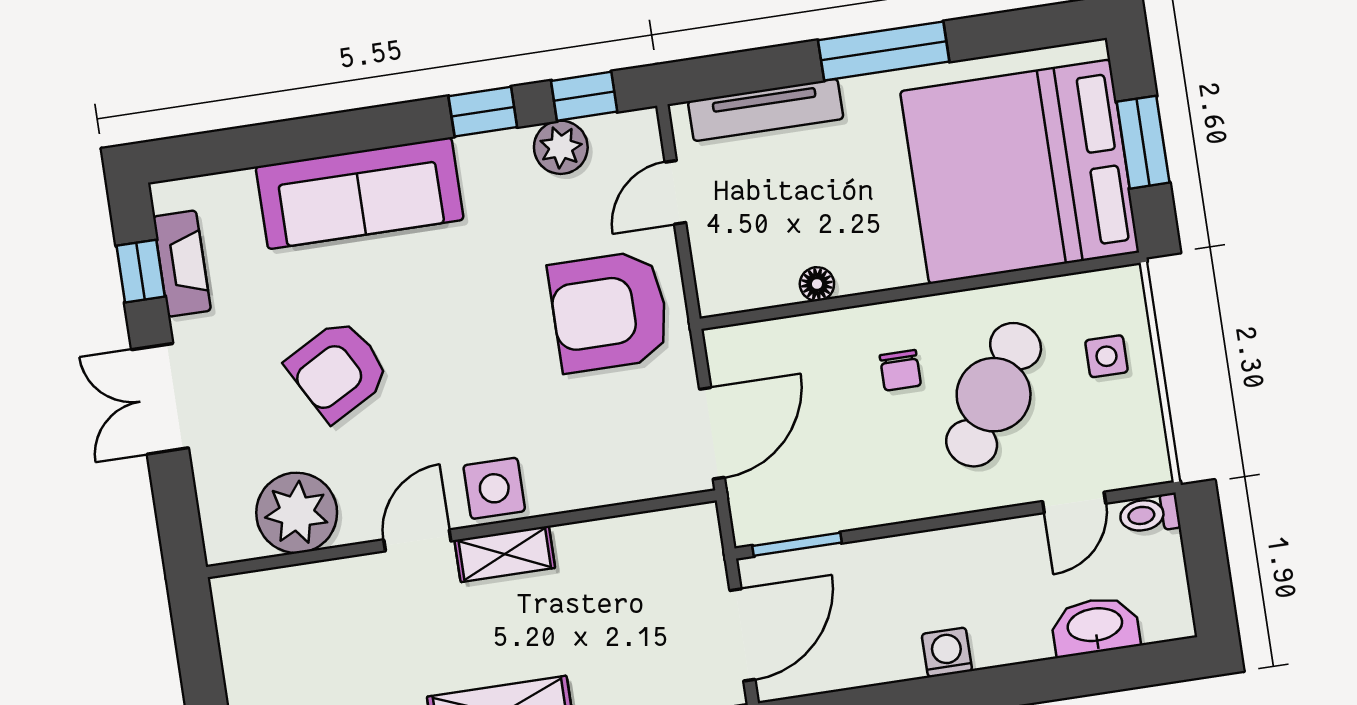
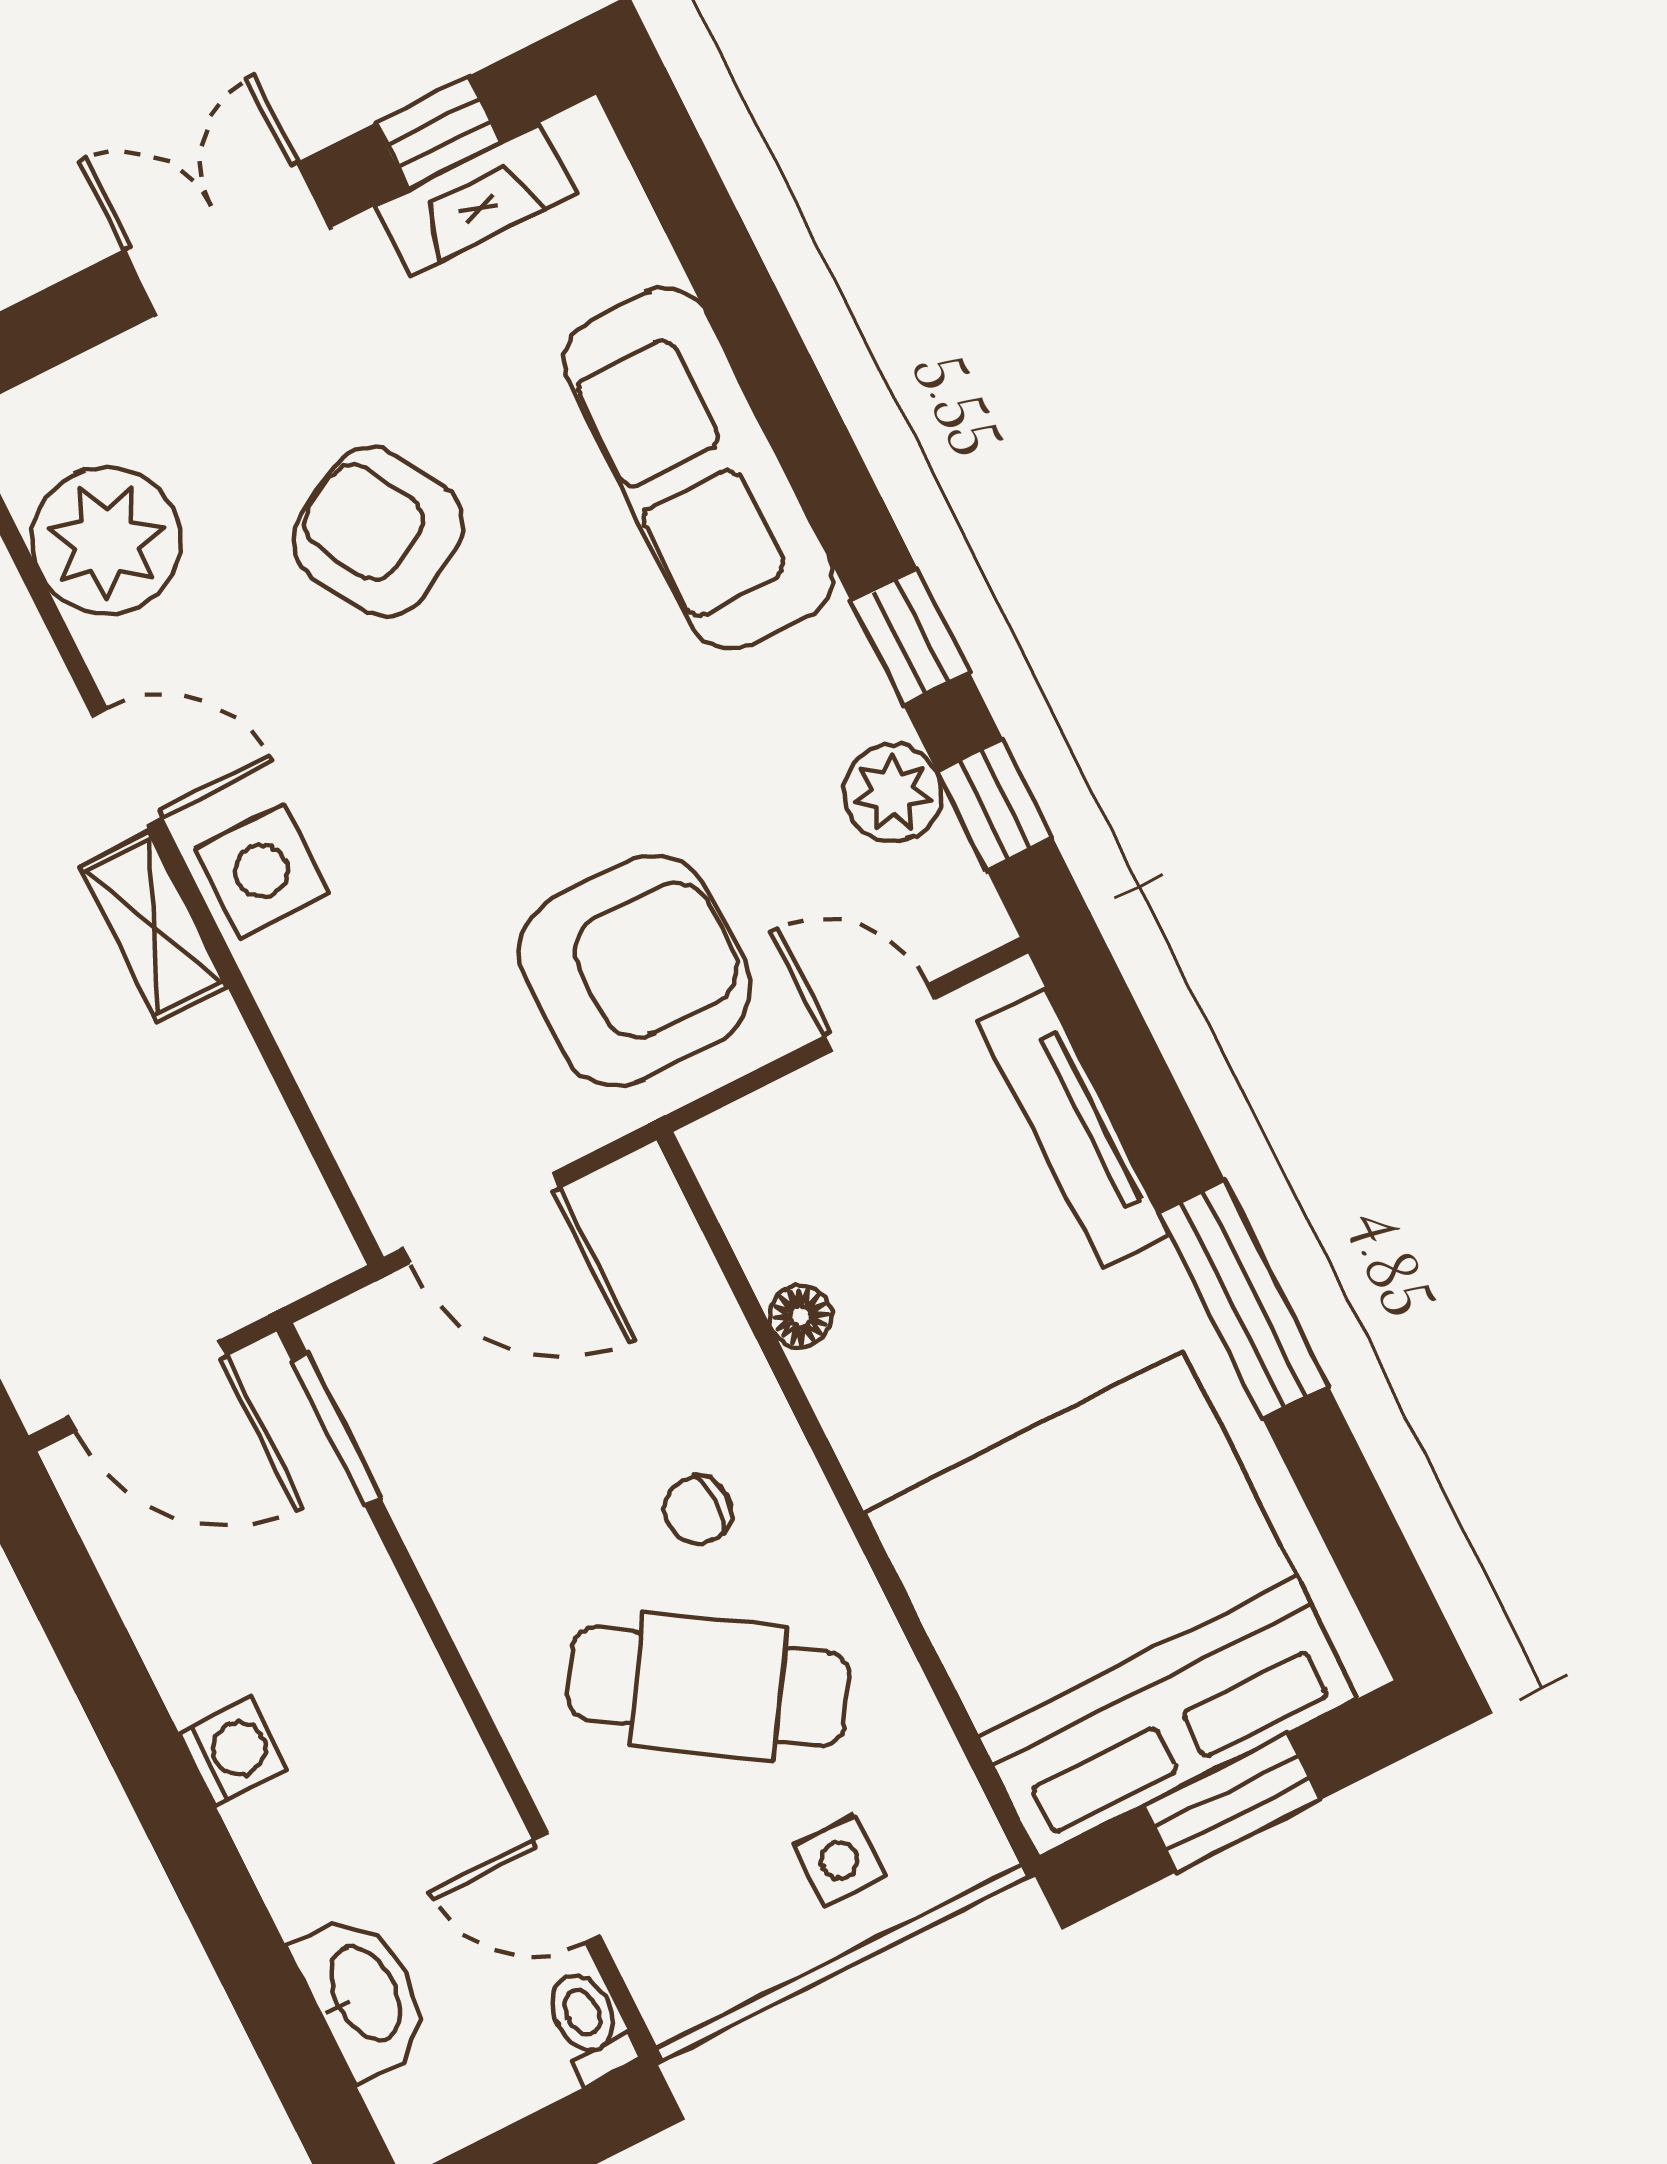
armchair: (609, 311) -> (635, 971), turned 90

